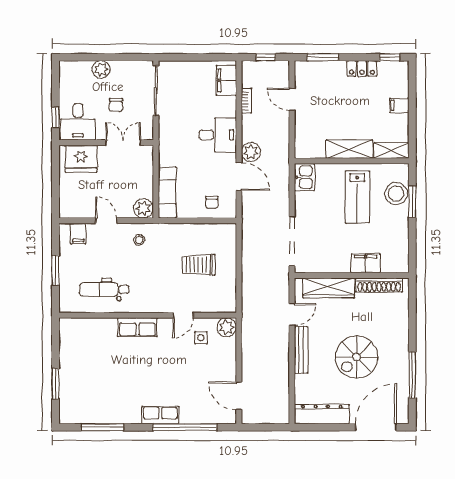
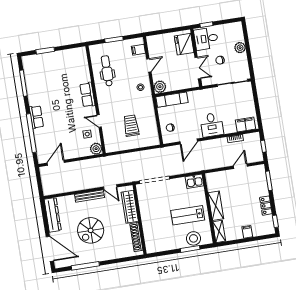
plant: (251, 152) -> (205, 146), removed
filing cabinet: (366, 263) -> (148, 227), removed
spiral stairs: (357, 357) -> (91, 230), turned -90

